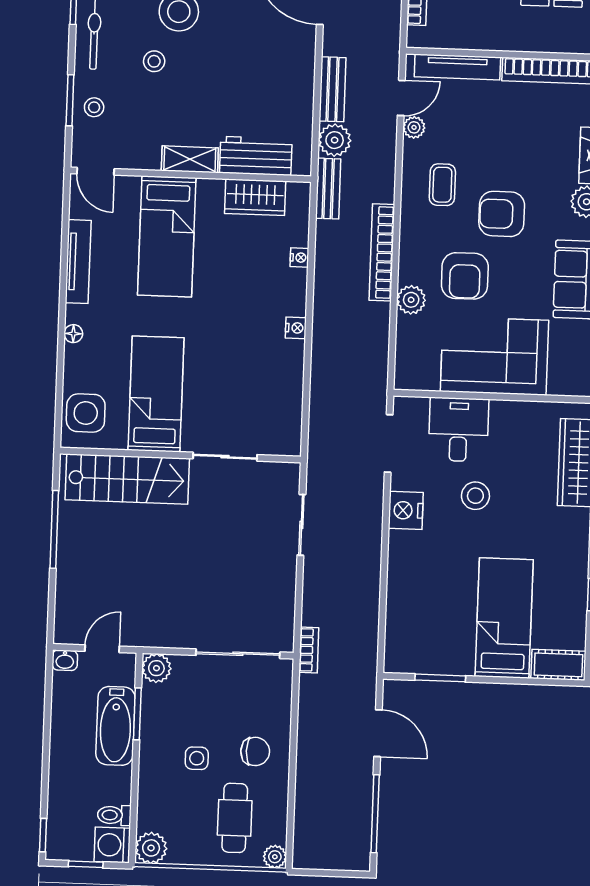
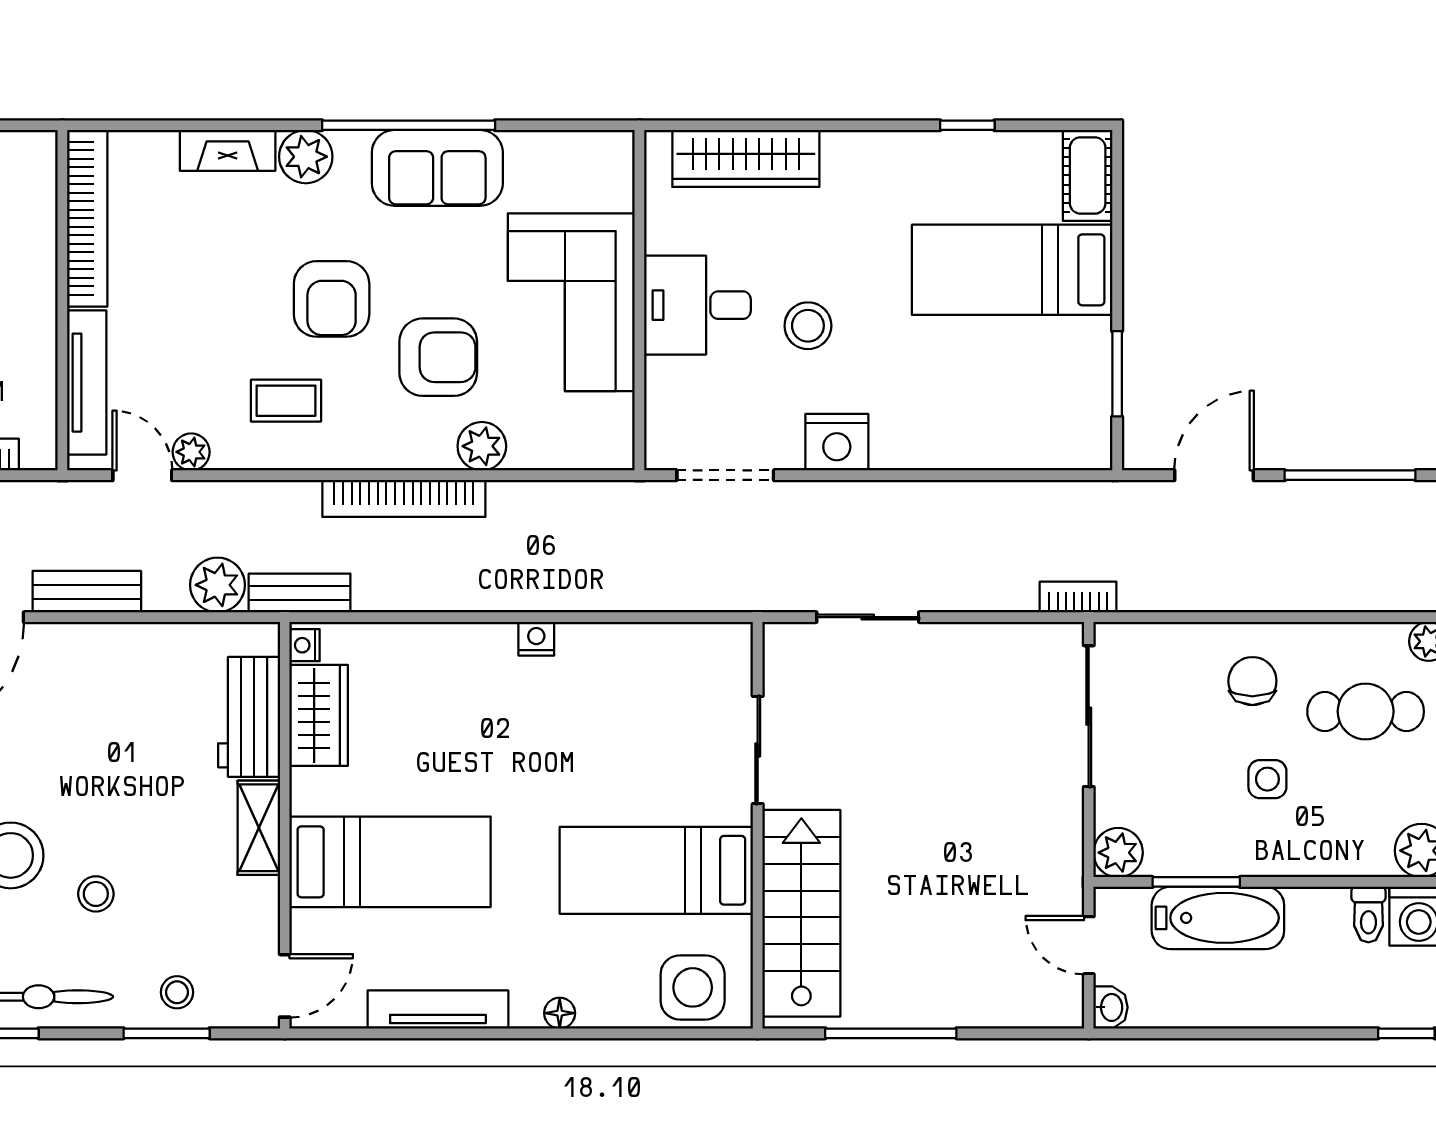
bench: (333, 89) -> (87, 592), moved
nightstand: (299, 258) -> (305, 645), moved, turned -90
desk: (458, 430) -> (697, 305), moved

